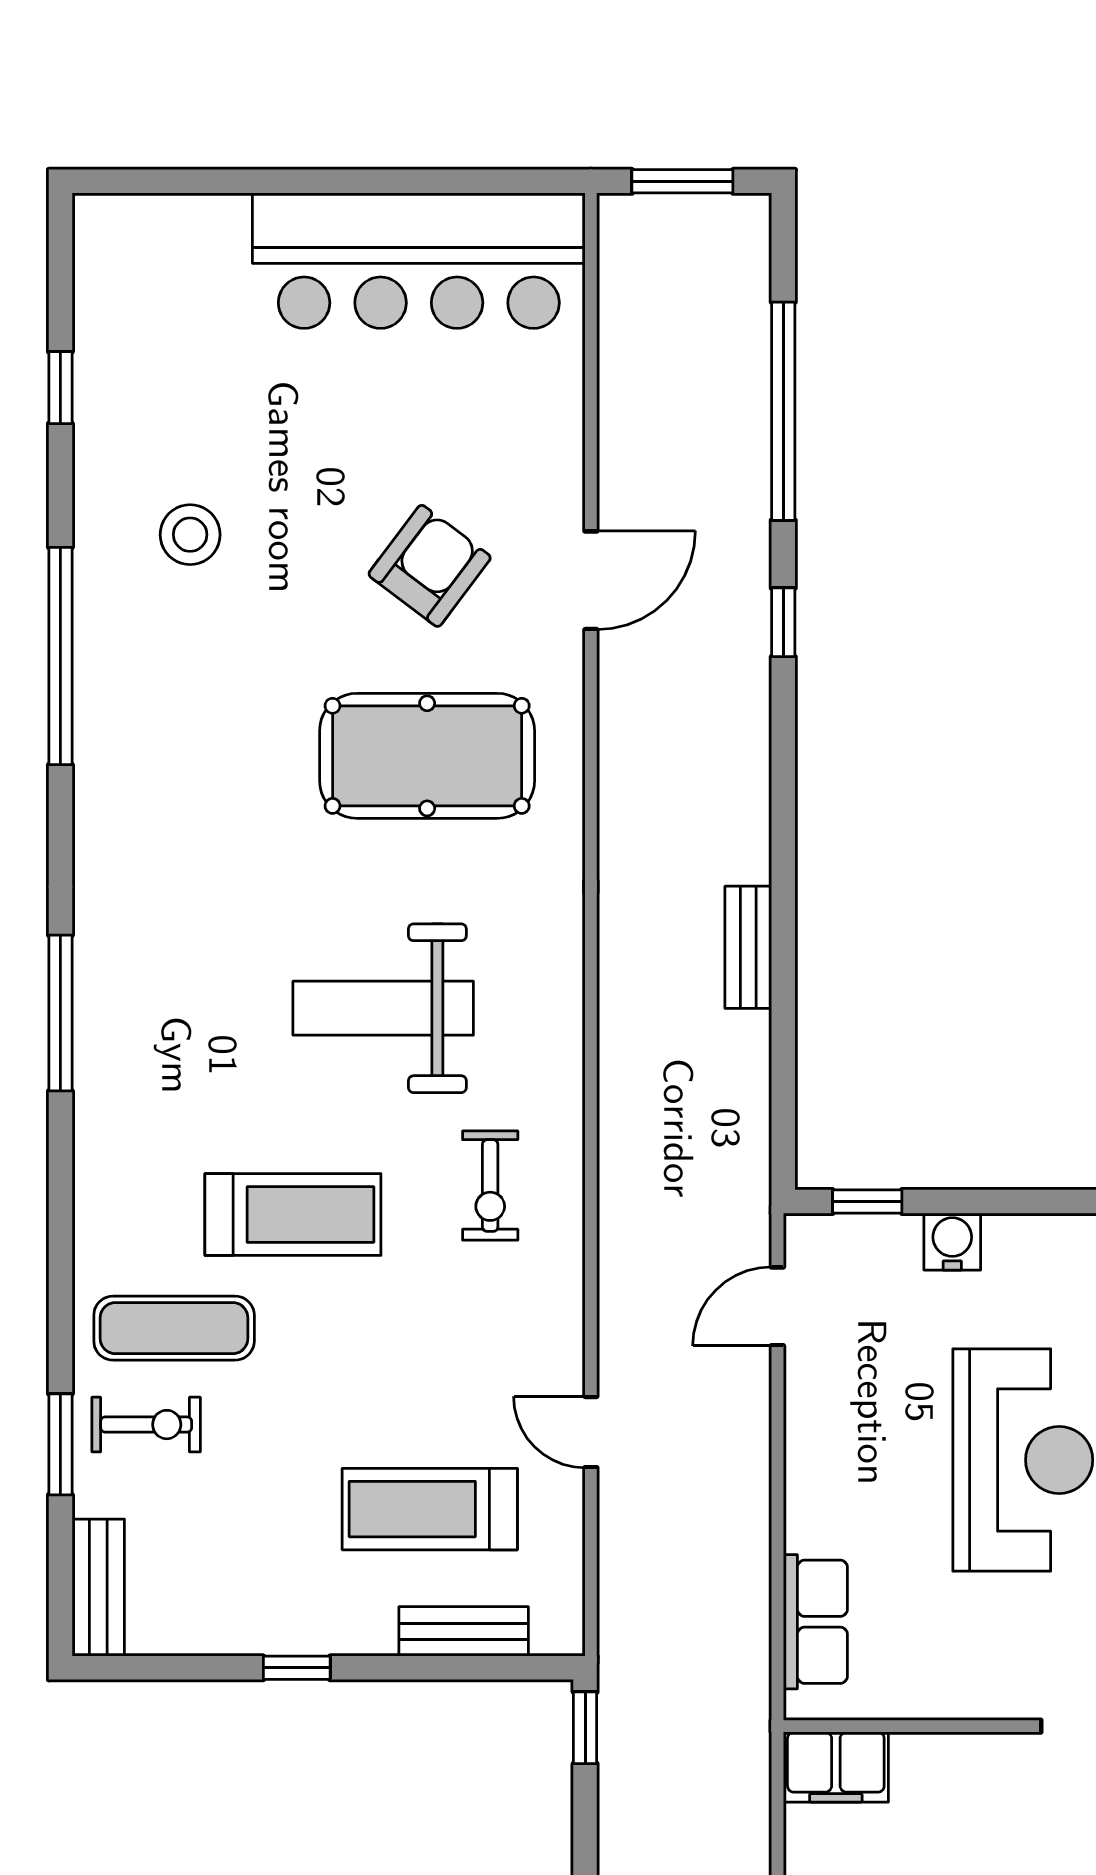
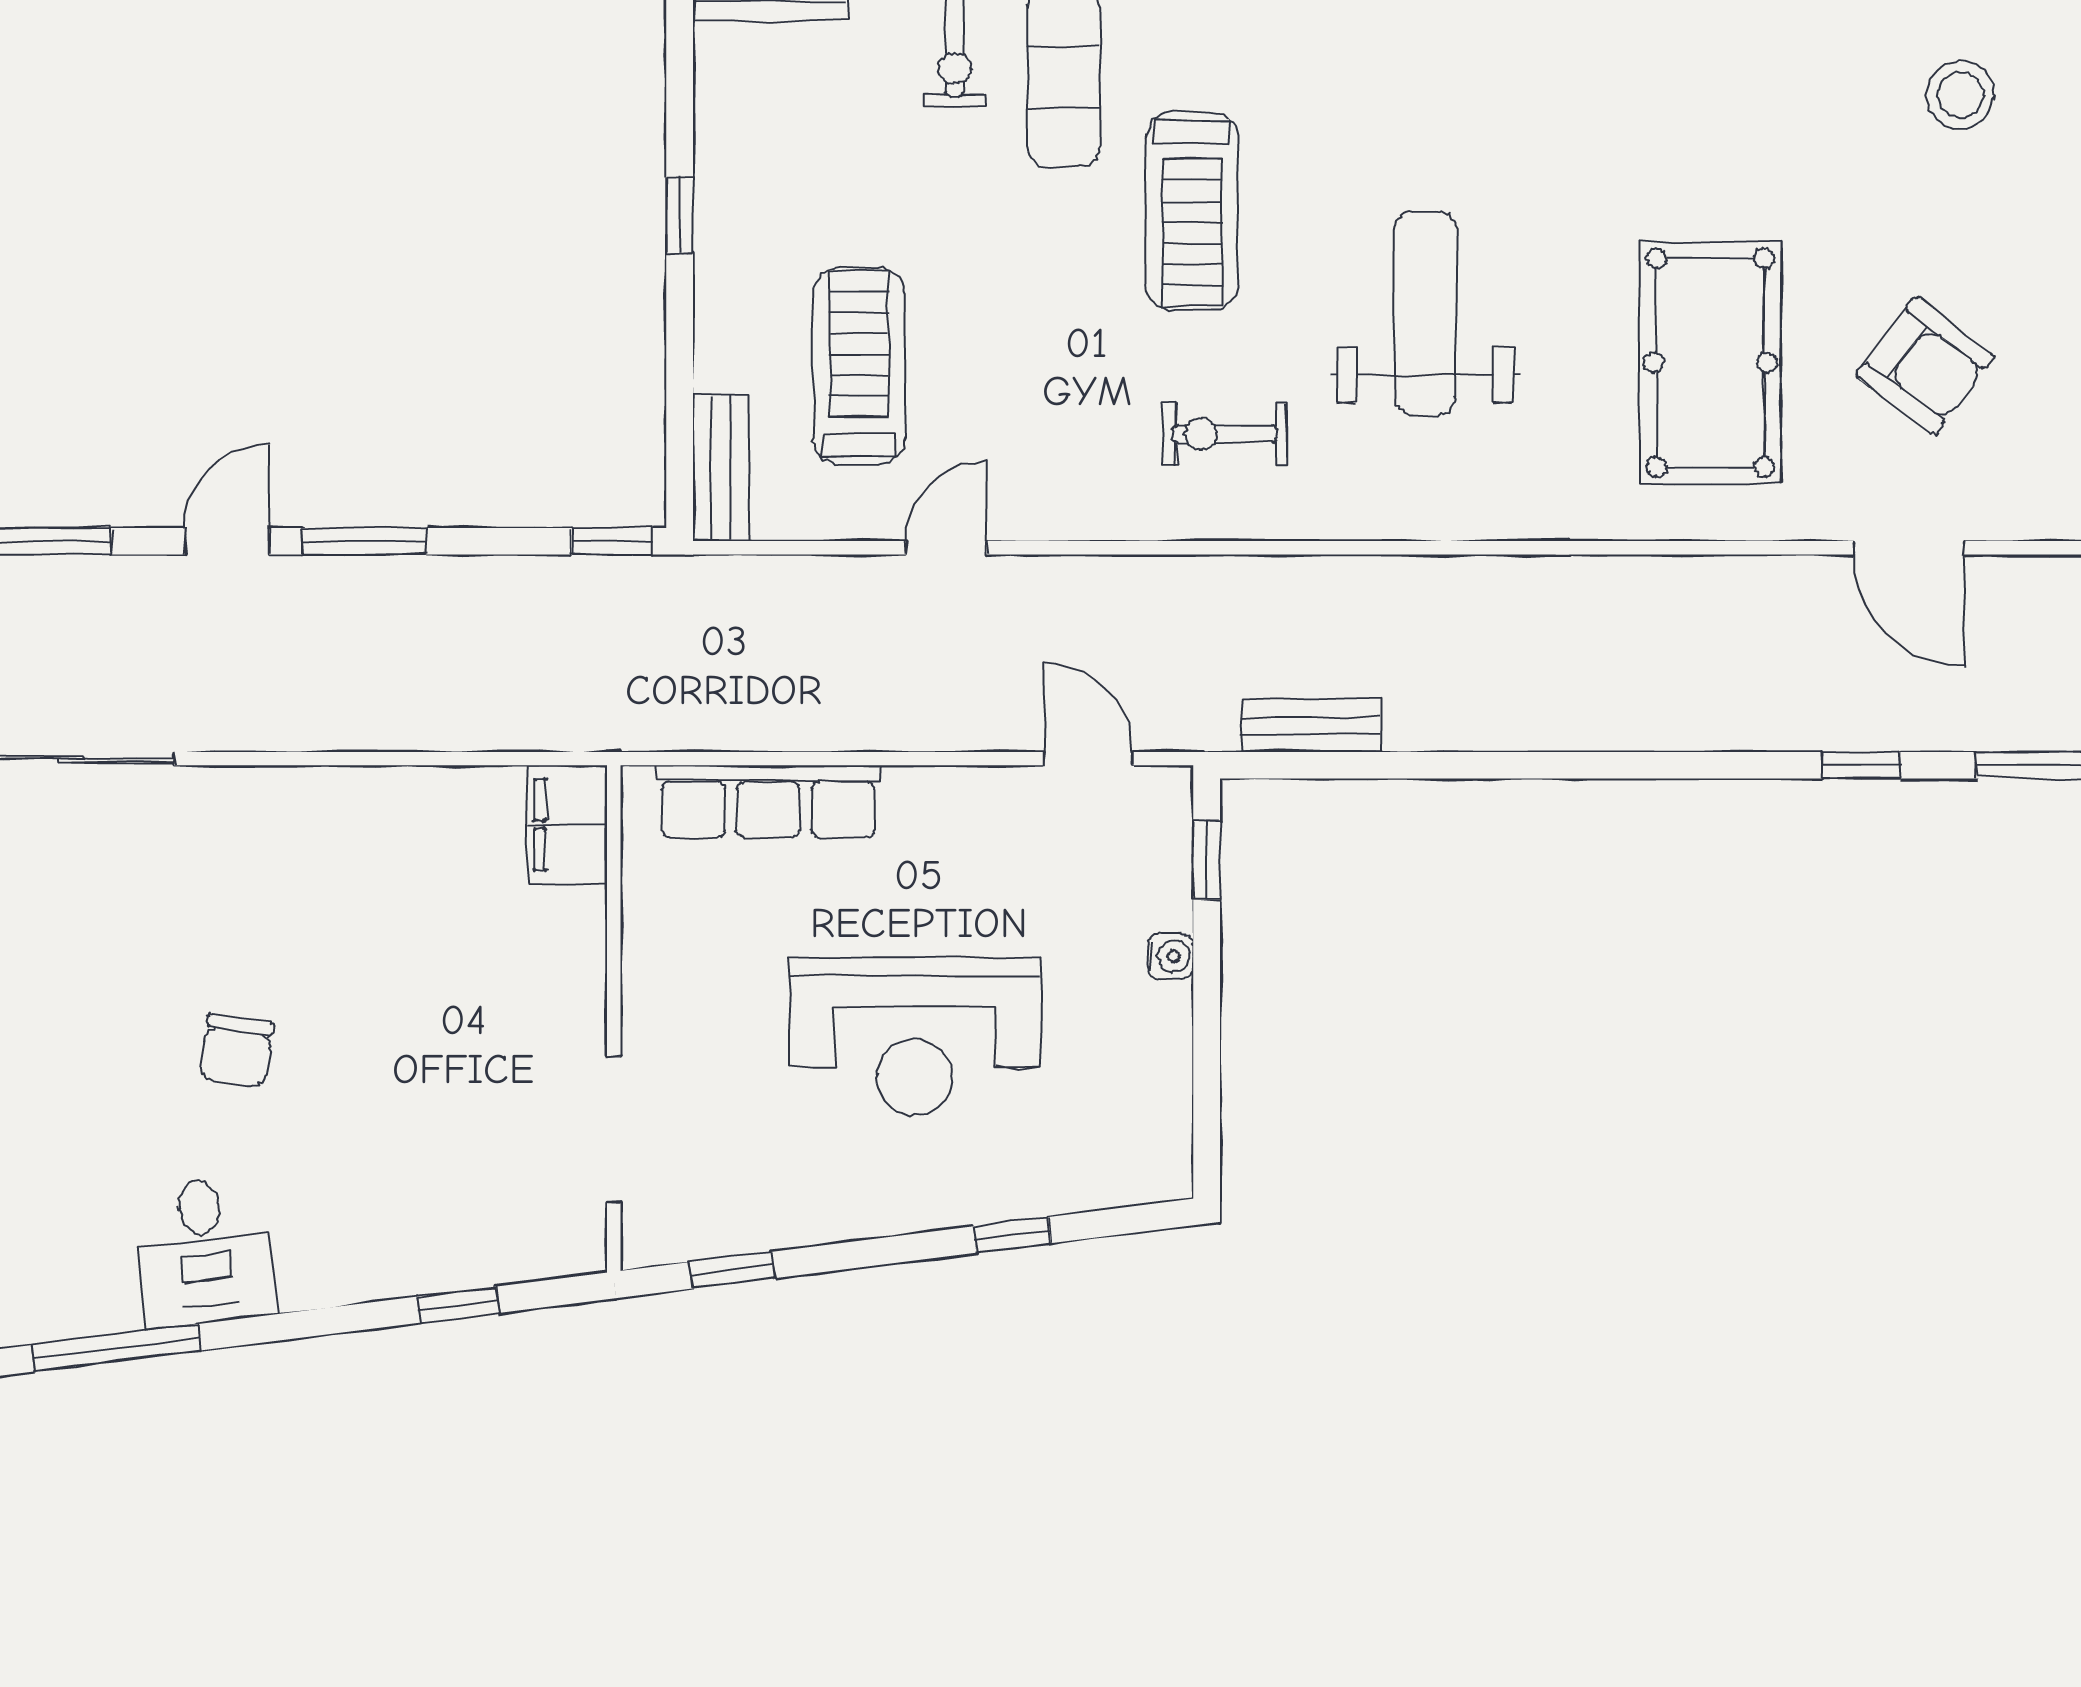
bench: (748, 947) -> (1310, 726), moved
water cooler: (952, 1242) -> (1170, 956), width x0.72, depth x0.72
row of seats: (815, 1622) -> (768, 801), width x1.48
bench: (464, 1631) -> (721, 468), moved

